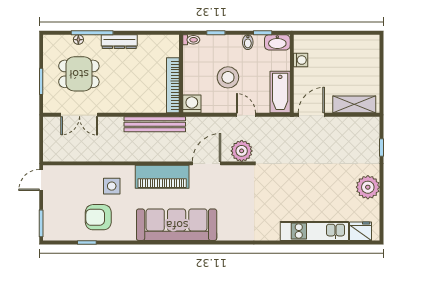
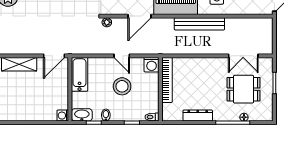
dresser: (119, 42) -> (198, 116), moved
washing machine: (301, 60) -> (63, 116), moved
double door: (79, 115) -> (243, 56), swing flipped
door: (246, 115) -> (122, 56), moved
bench: (155, 124) -> (199, 24), moved
plant: (242, 151) -> (107, 22), width x0.53, depth x0.53

